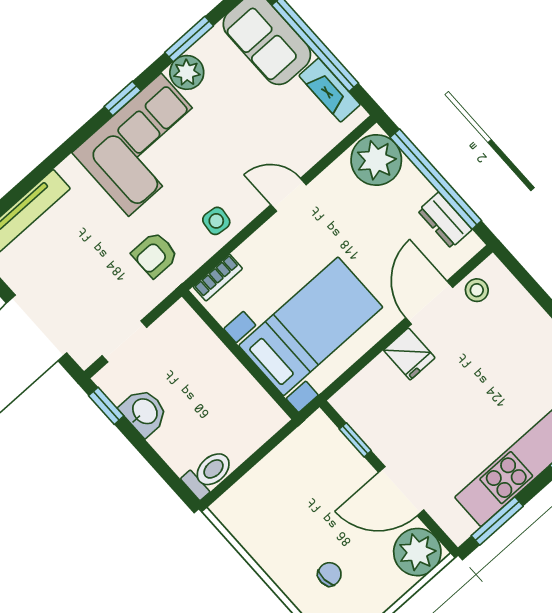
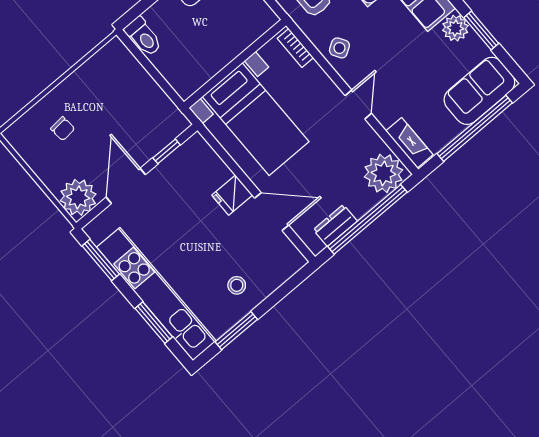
fireplace: (330, 90) -> (409, 143), moved, turned 90
side table: (216, 221) -> (339, 48), turned -38
stool: (477, 290) -> (237, 285), moved

